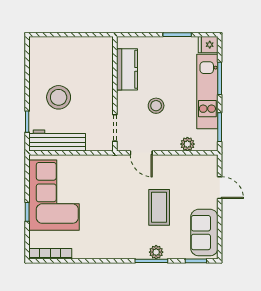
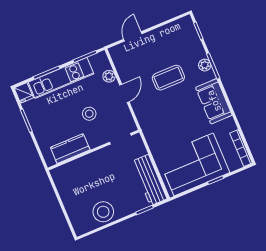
stool: (59, 97) -> (103, 212), moved
door: (141, 153) -> (124, 93), moved
sofa: (204, 233) -> (214, 101), moved, turned 90

